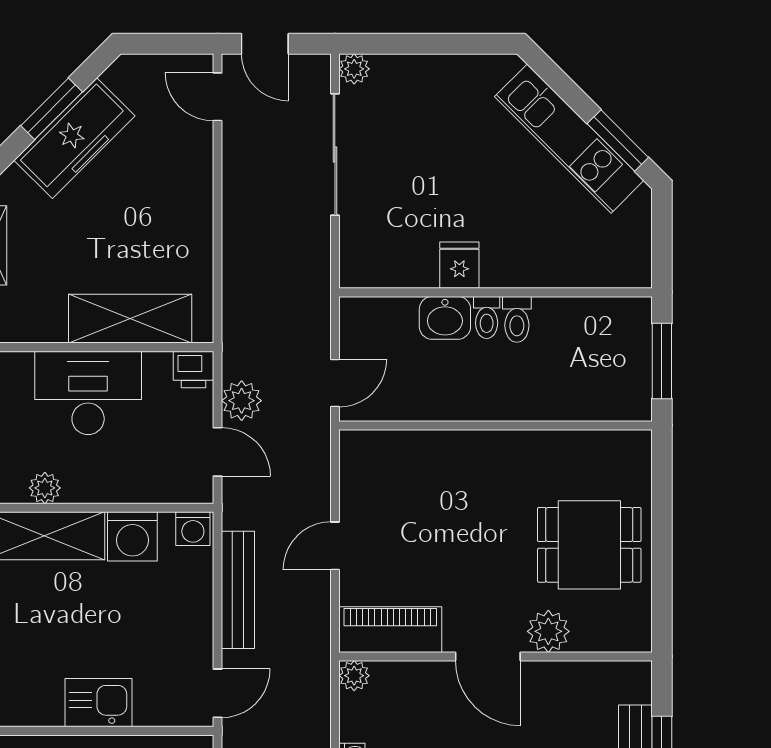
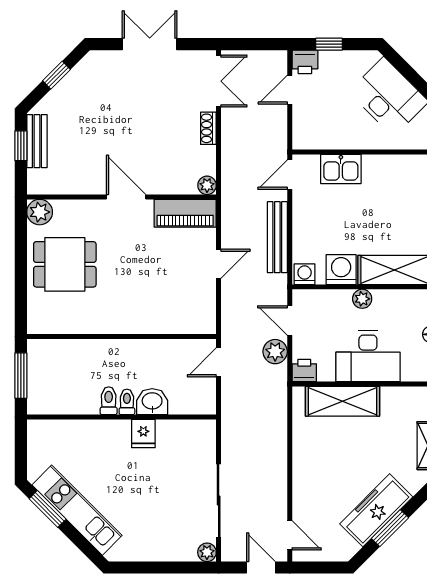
plant: (45, 488) -> (362, 299), moved
plant: (548, 631) -> (40, 212), moved
kitchen sink: (98, 703) -> (341, 169), moved

